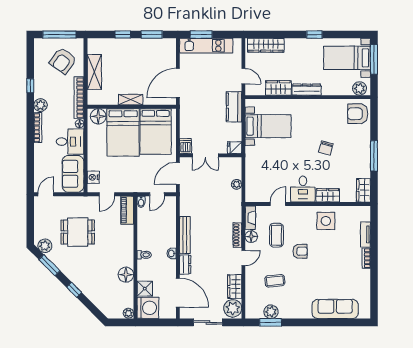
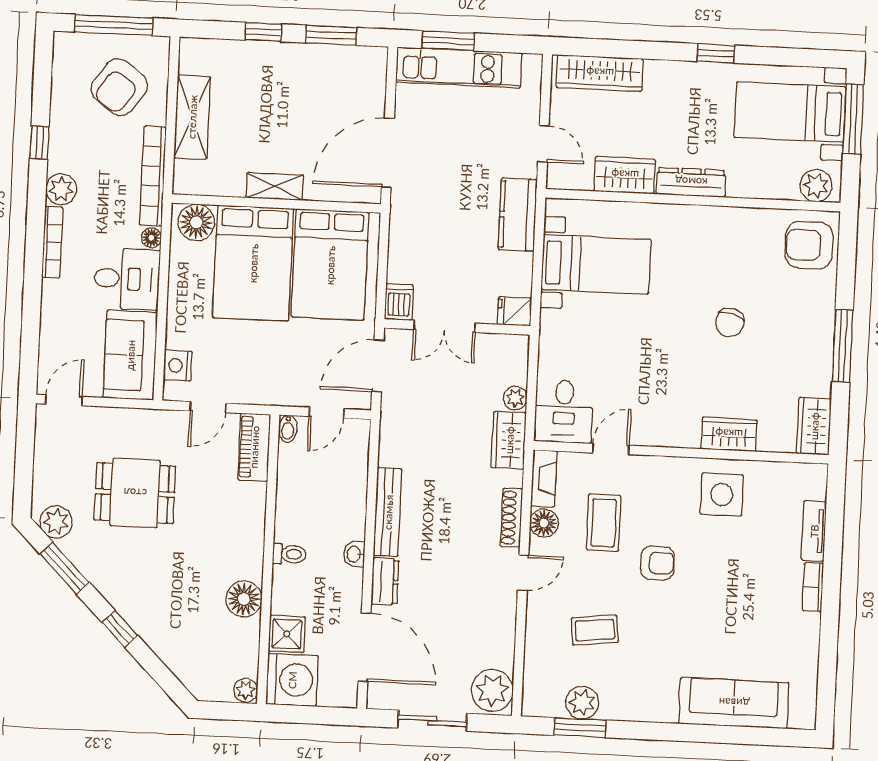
desk: (303, 189) -> (564, 412), moved
wardrobe: (235, 287) -> (509, 440), moved

